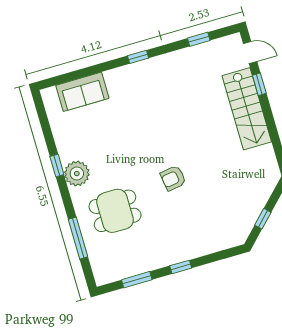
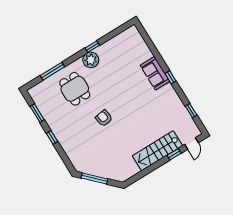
sofa: (82, 92) -> (155, 73), moved
window: (263, 219) -> (94, 178), width x2.17

